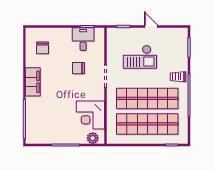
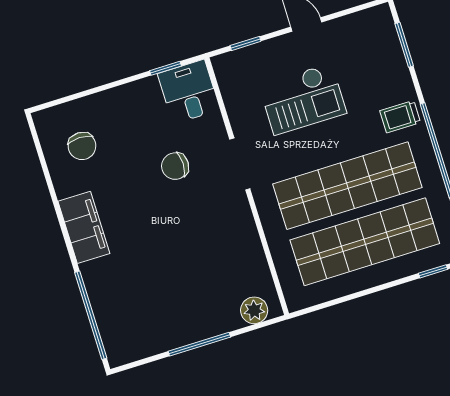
desk: (83, 39) -> (189, 92), moved
corner desk: (90, 115) -> (233, 261), removed

